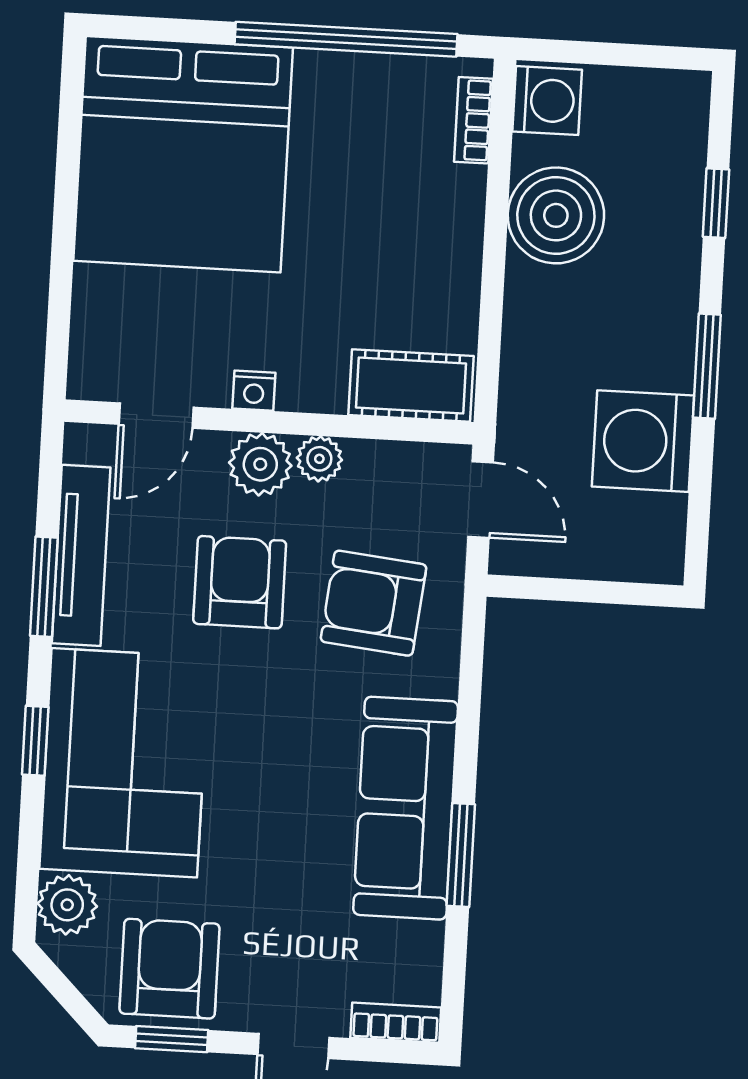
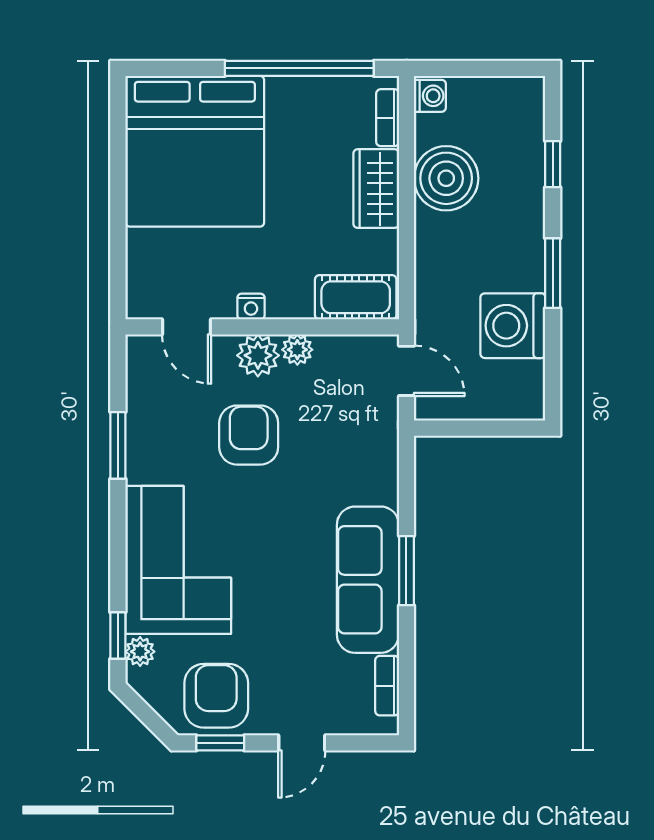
washing machine: (547, 101) -> (430, 96), width x0.73, depth x0.73
wardrobe: (451, 225) -> (376, 189), added
door: (156, 416) -> (187, 327), hinge flipped
tv unit: (81, 555) -> (142, 423), removed
armchair: (374, 603) -> (339, 444), removed
window: (35, 741) -> (118, 635), moved
window: (461, 855) -> (406, 571), moved
plant: (67, 905) -> (140, 652), width x0.73, depth x0.73
bookcase: (396, 1023) -> (387, 686), moved, turned -90

